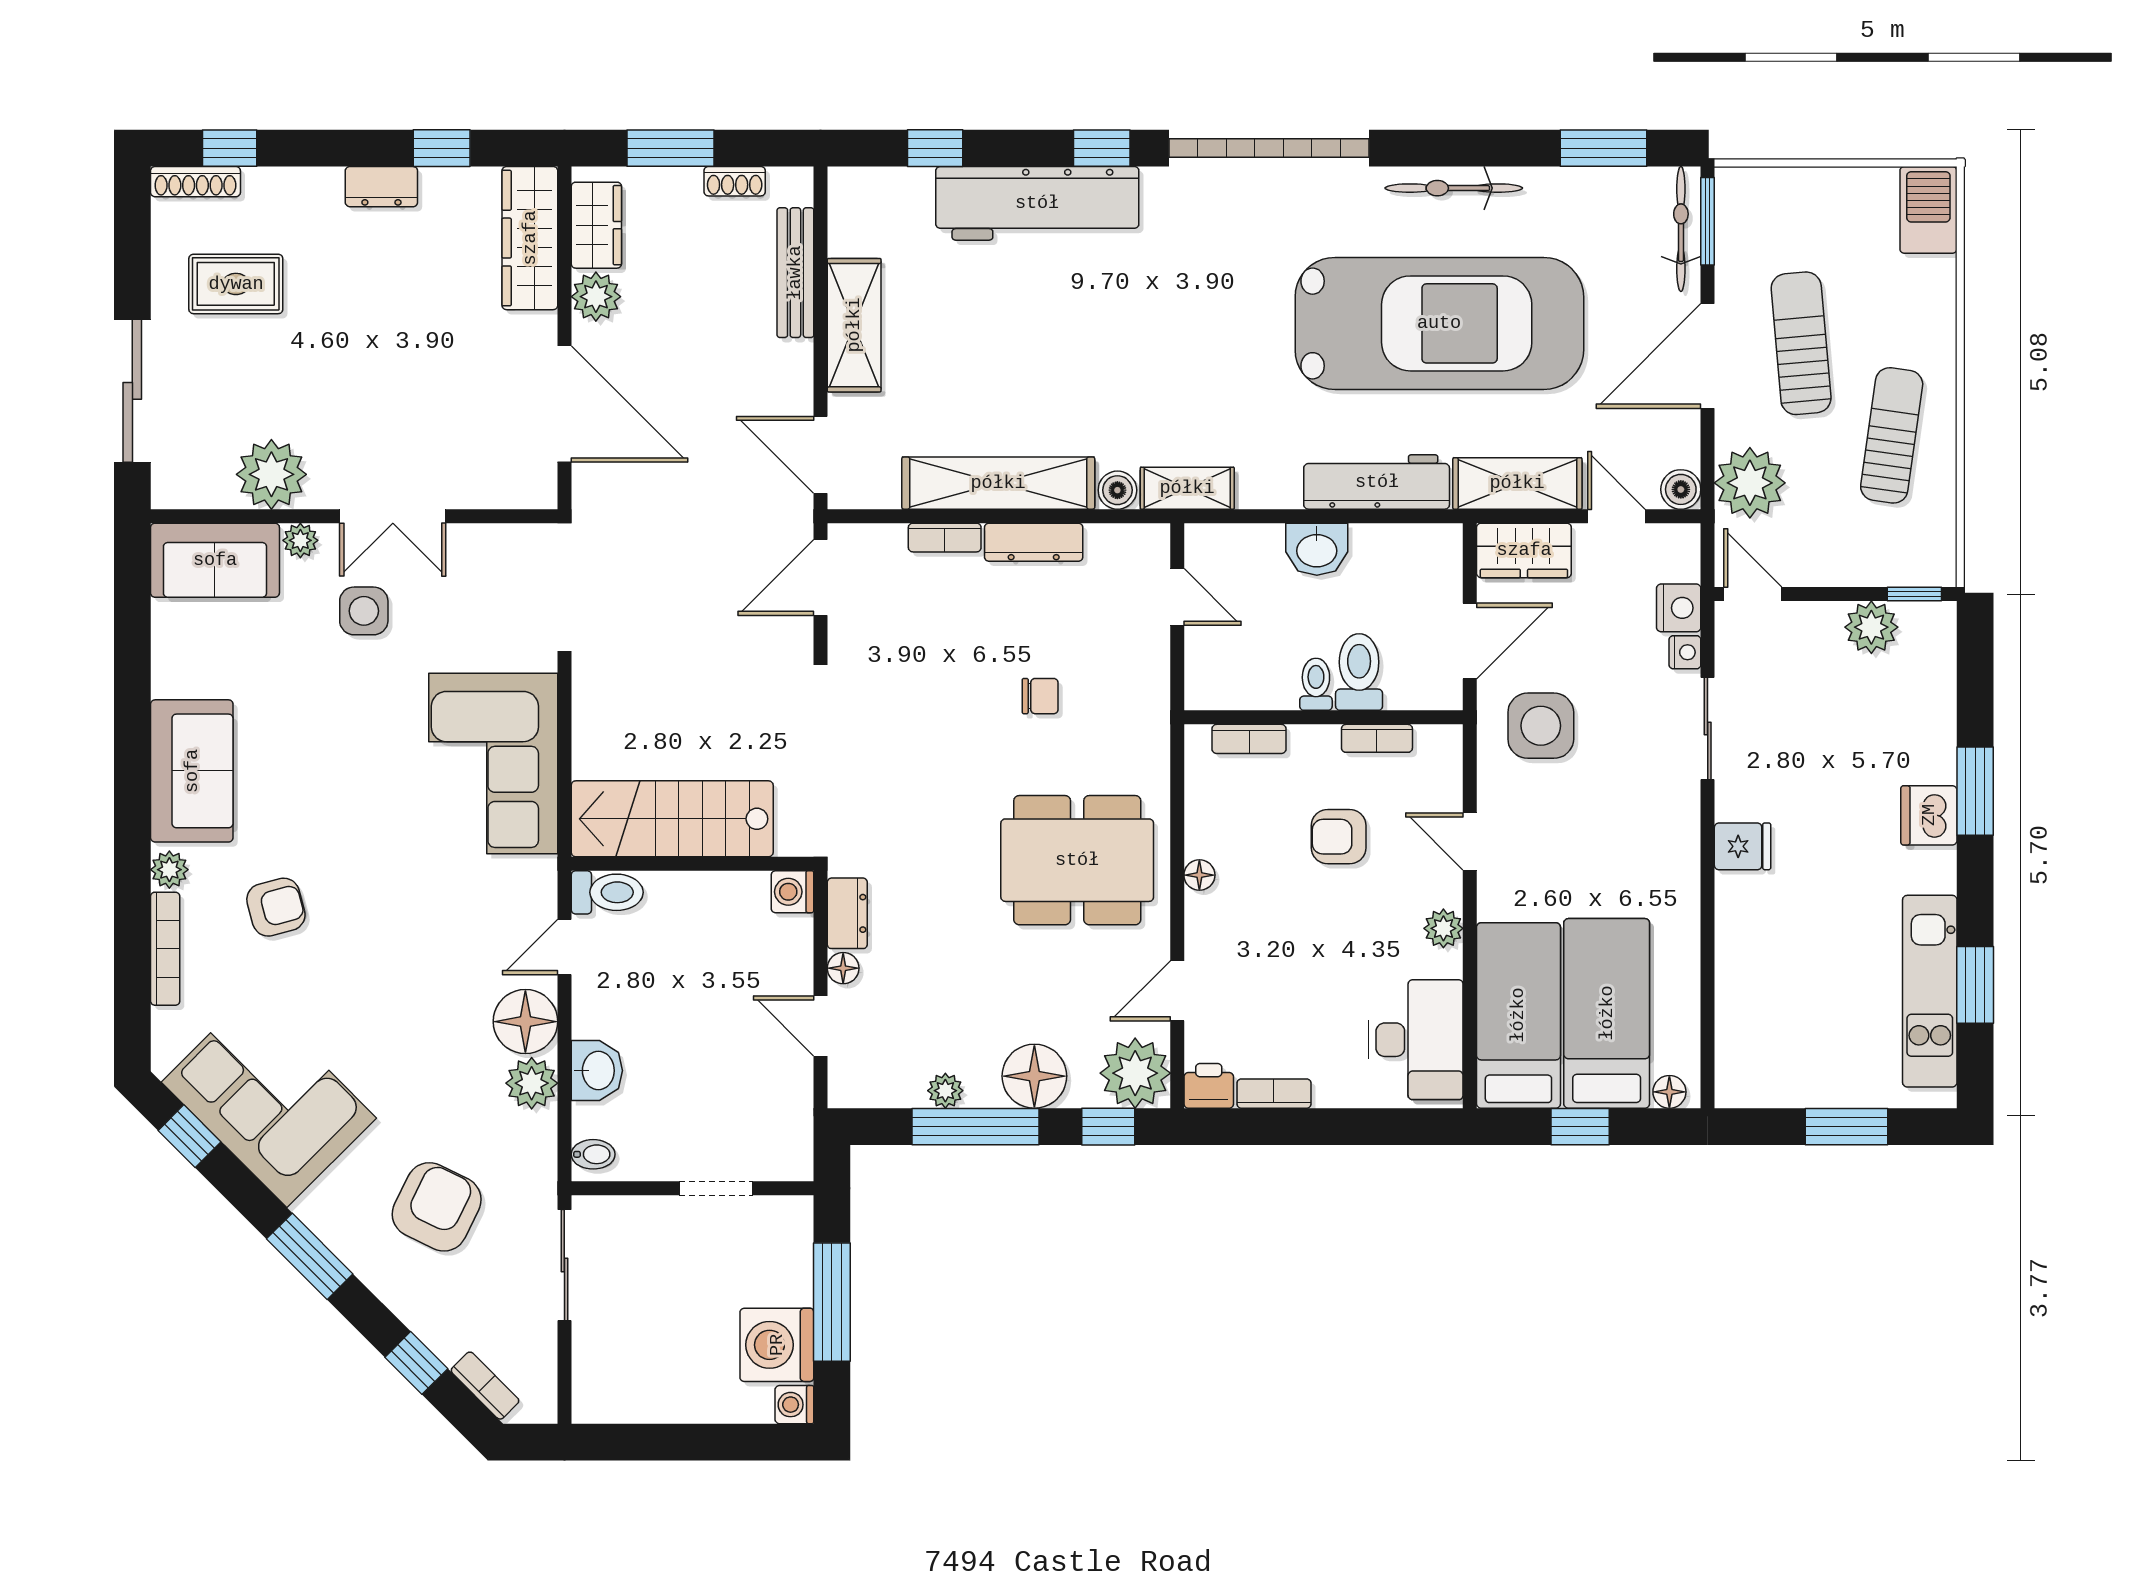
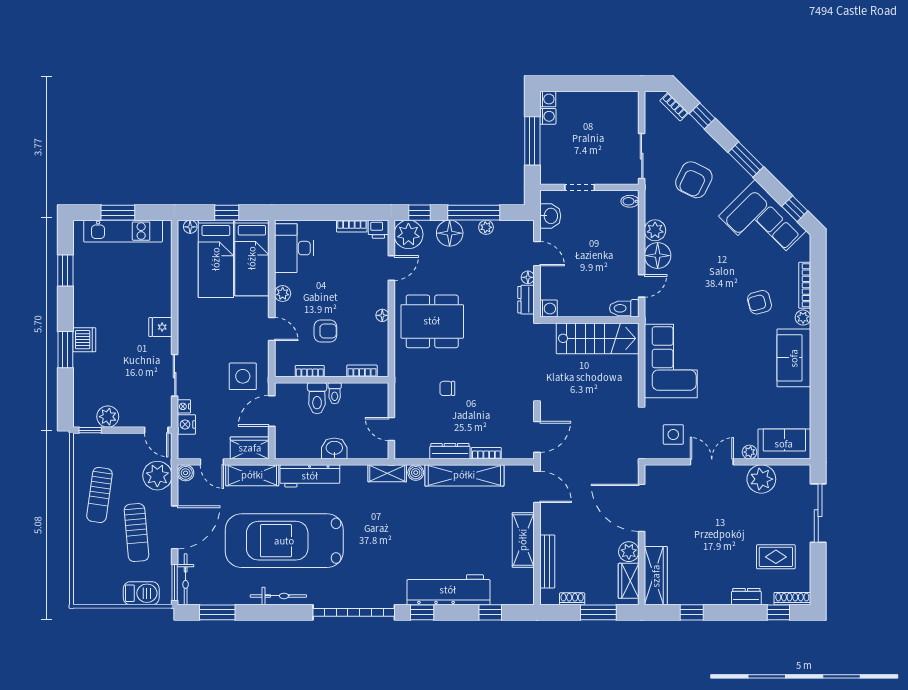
dresser: (381, 187) -> (746, 597), moved
barbecue: (1928, 210) -> (141, 593), moved, turned -90
side table: (364, 611) -> (673, 434), moved
kitchen unit: (1930, 991) -> (123, 231), moved, turned 90
washbasin: (597, 1071) -> (550, 216), moved, turned 180
washing machine: (777, 1345) -> (548, 116), width x0.53, depth x0.53

